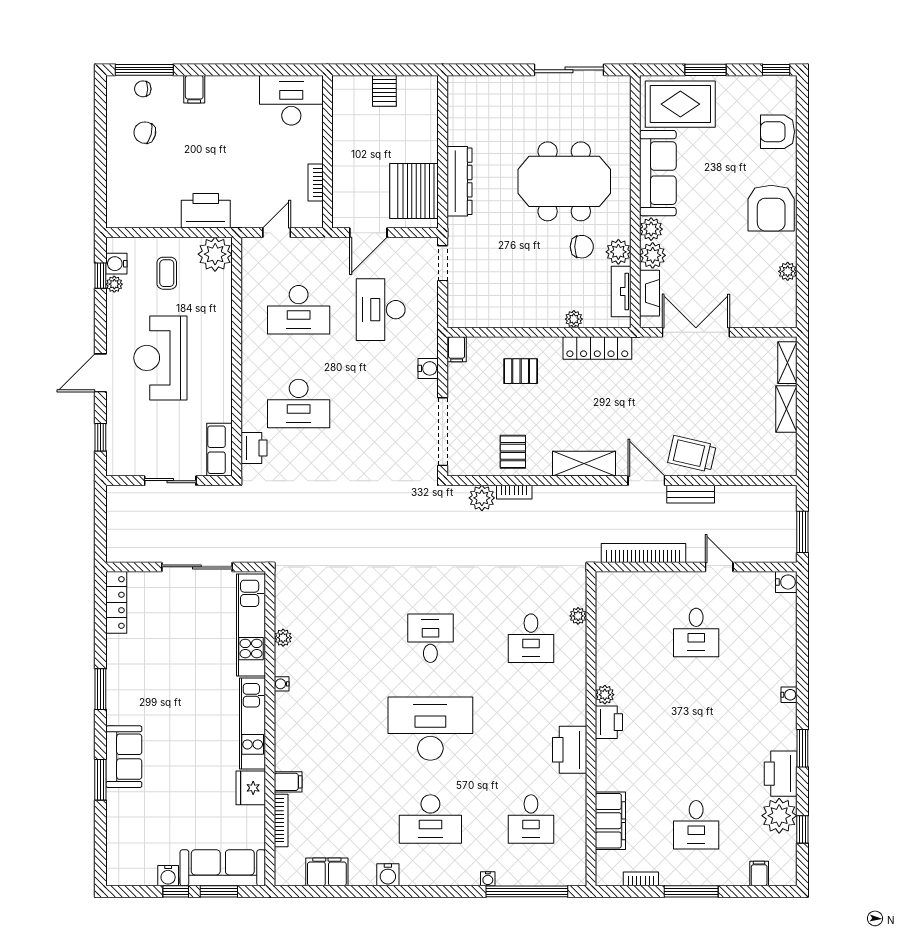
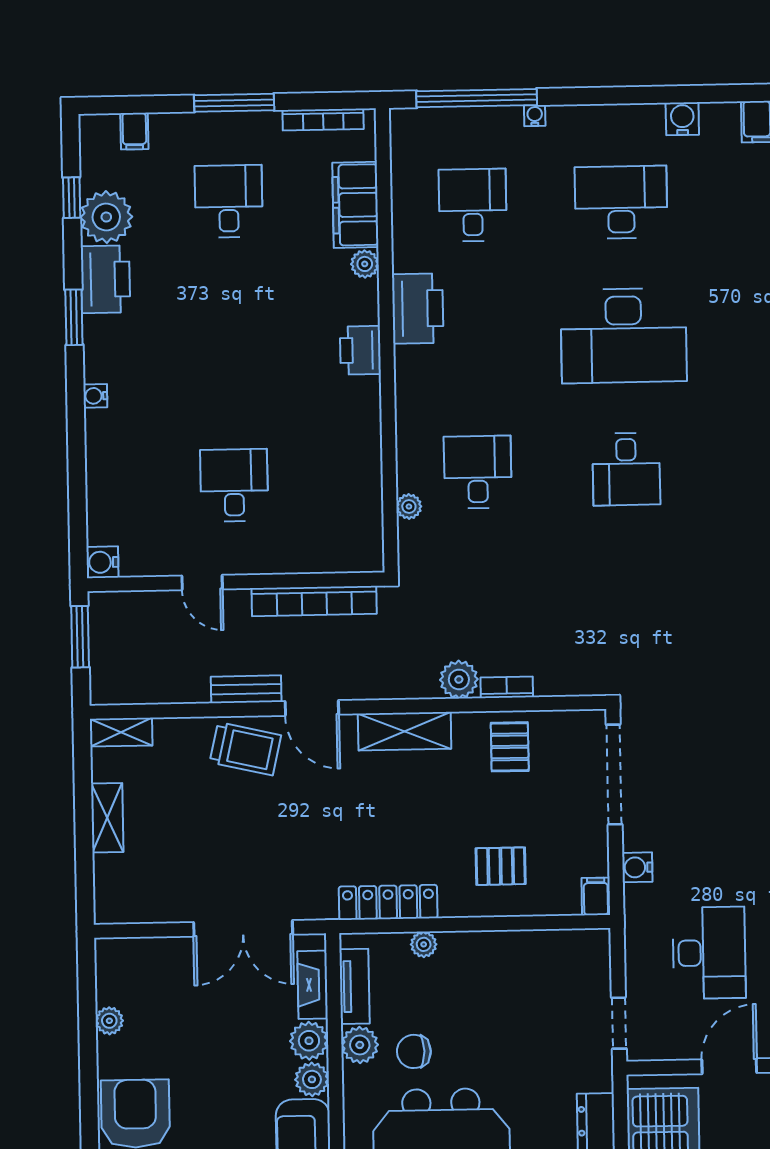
shelving: (787, 363) -> (121, 732), moved, turned 90
plant: (482, 498) -> (459, 679), moved
plant: (605, 695) -> (365, 264), moved
bookcase: (641, 879) -> (323, 120), width x1.56

